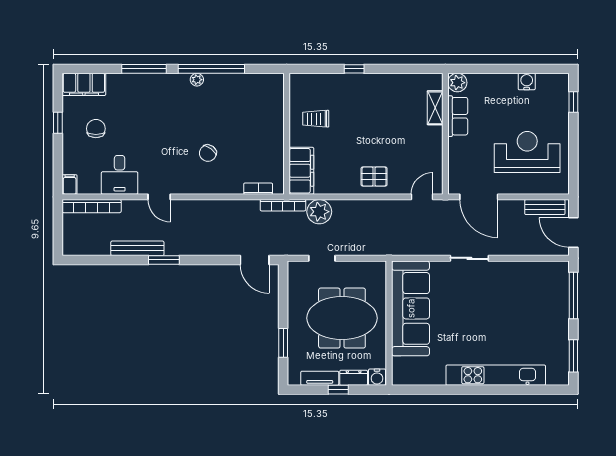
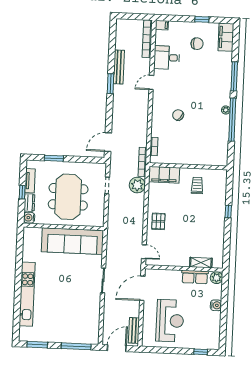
water cooler: (527, 82) -> (216, 305), moved

